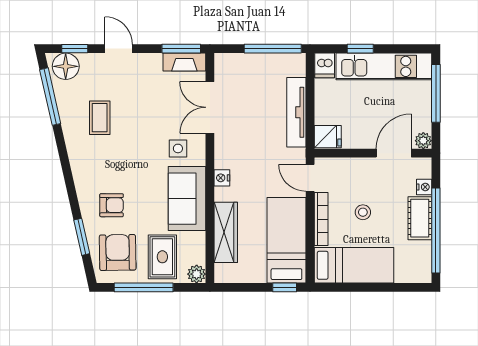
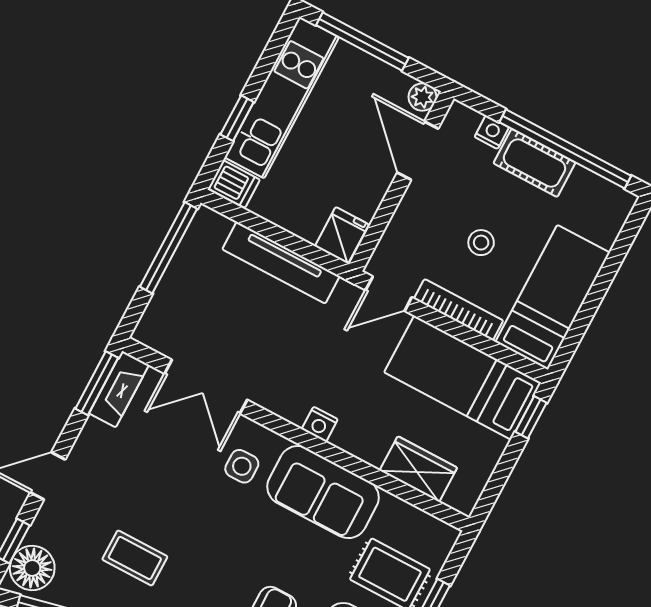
wardrobe: (226, 232) -> (418, 469), width x0.67
plant: (197, 274) -> (442, 537), removed

